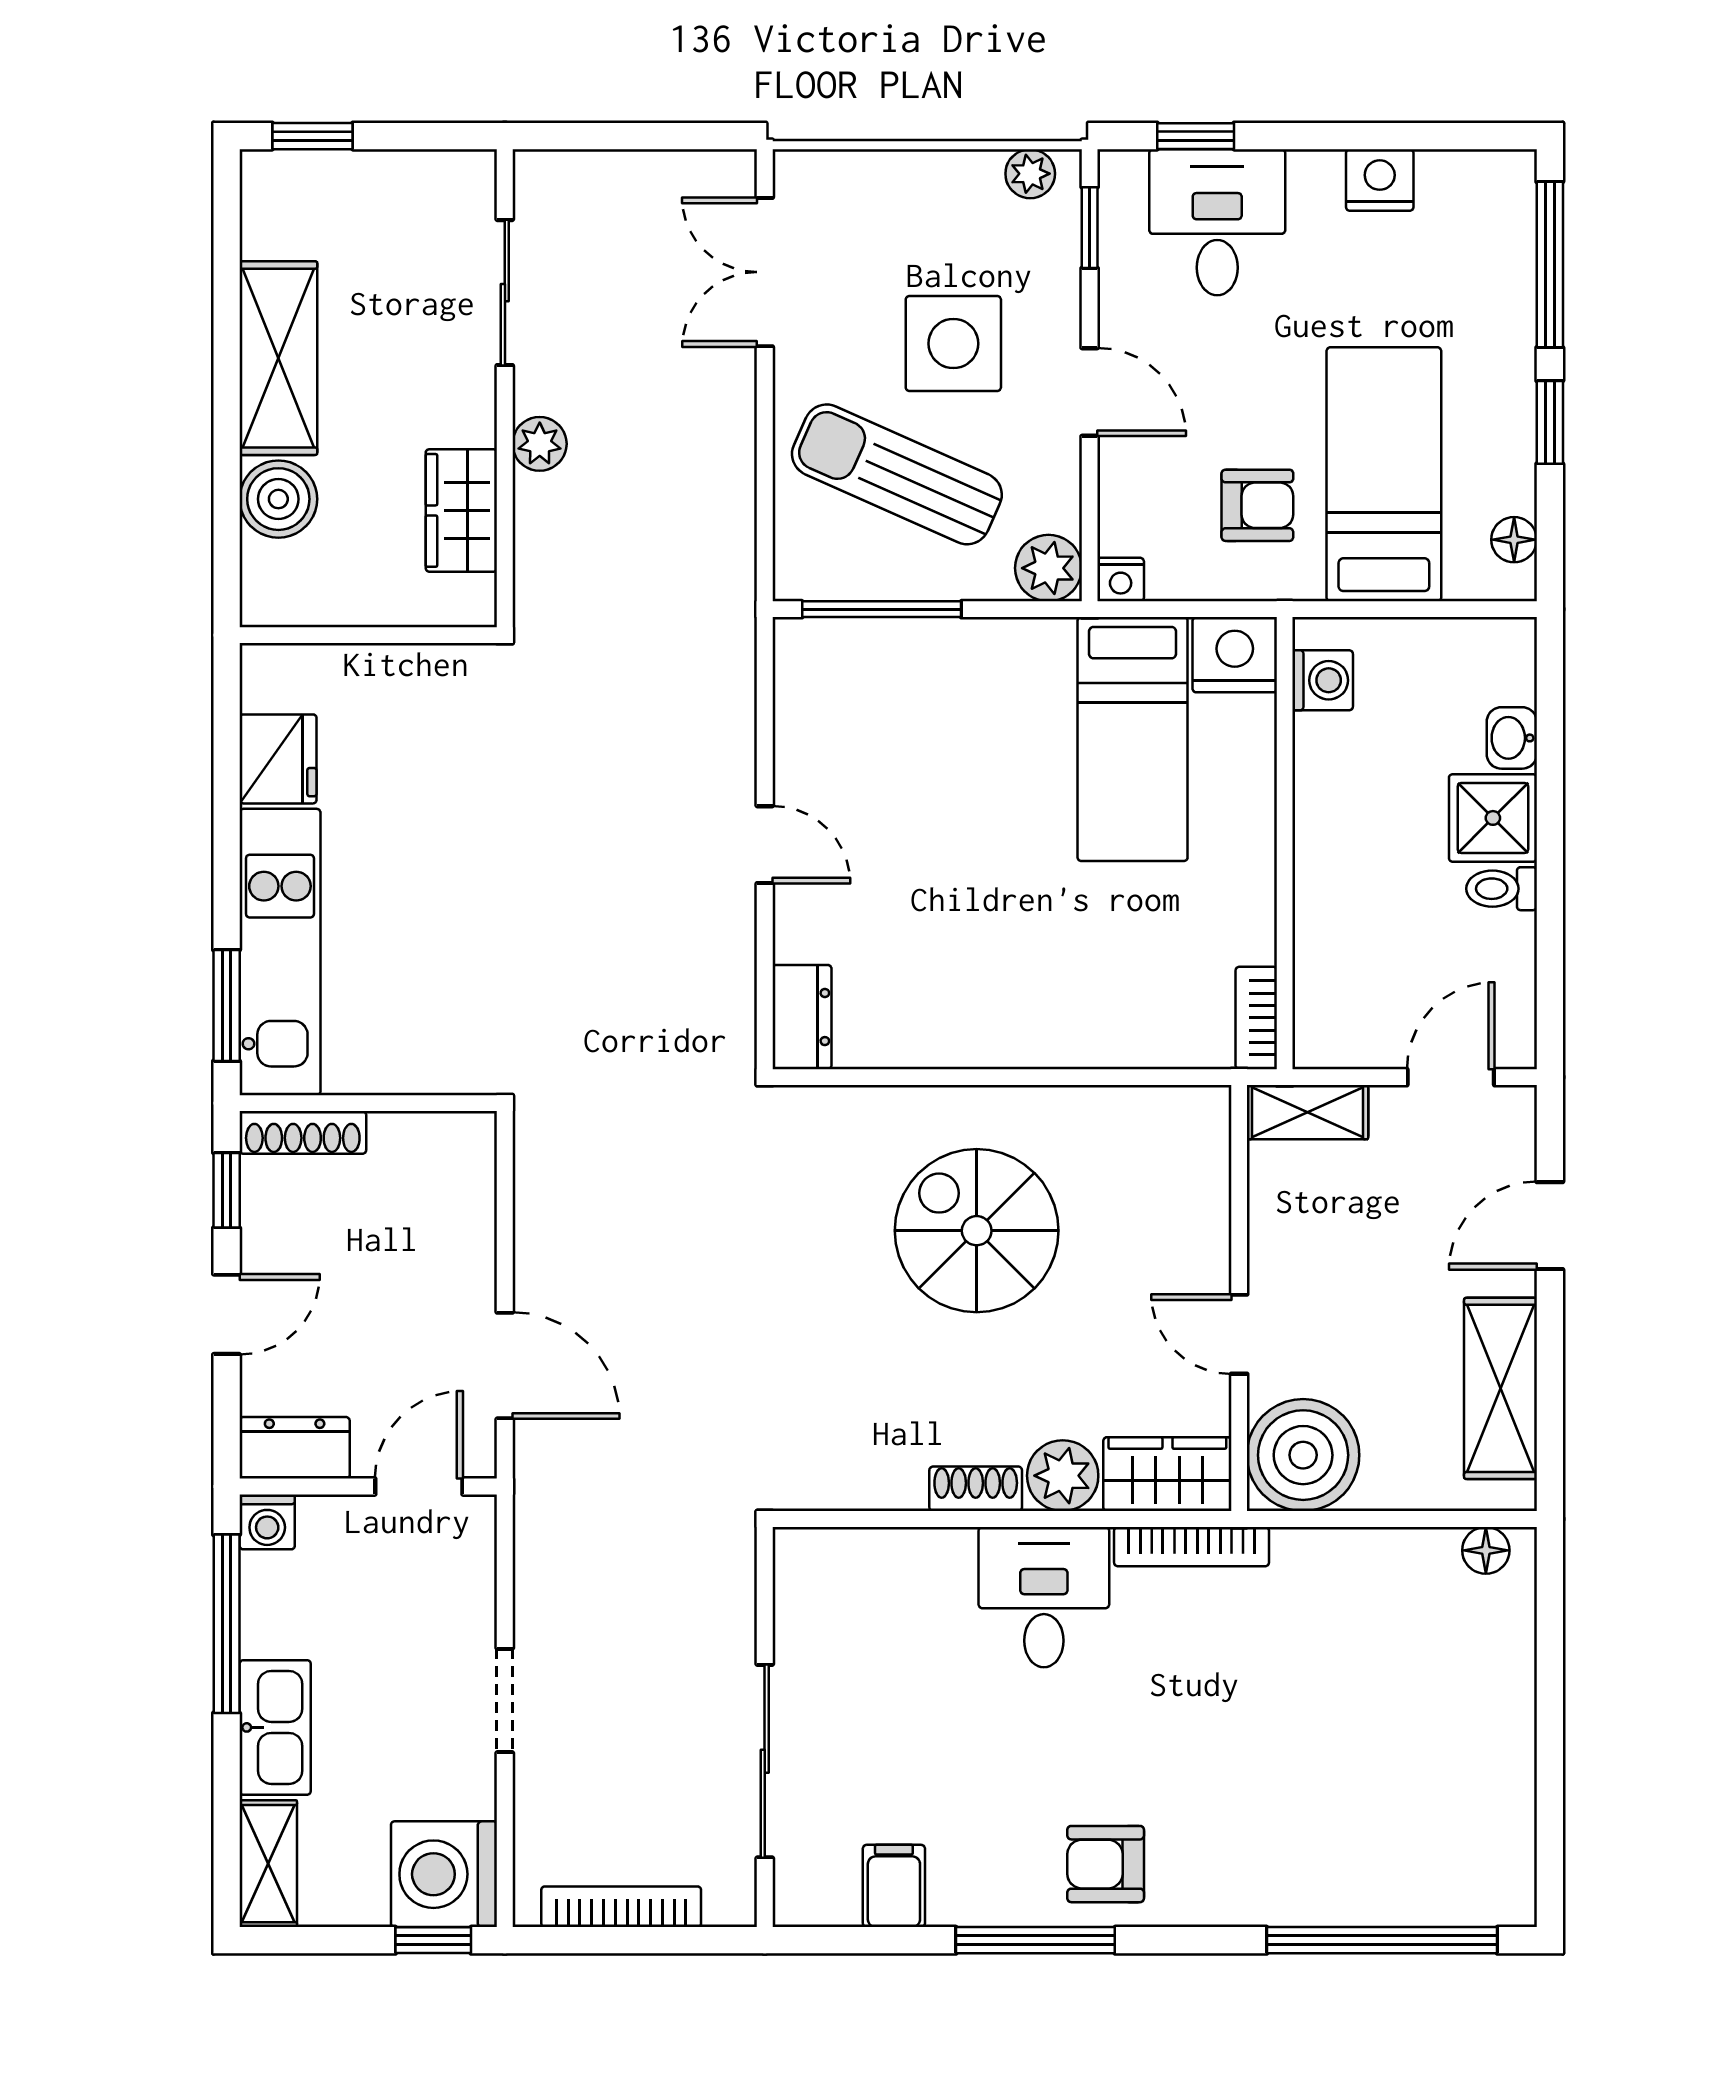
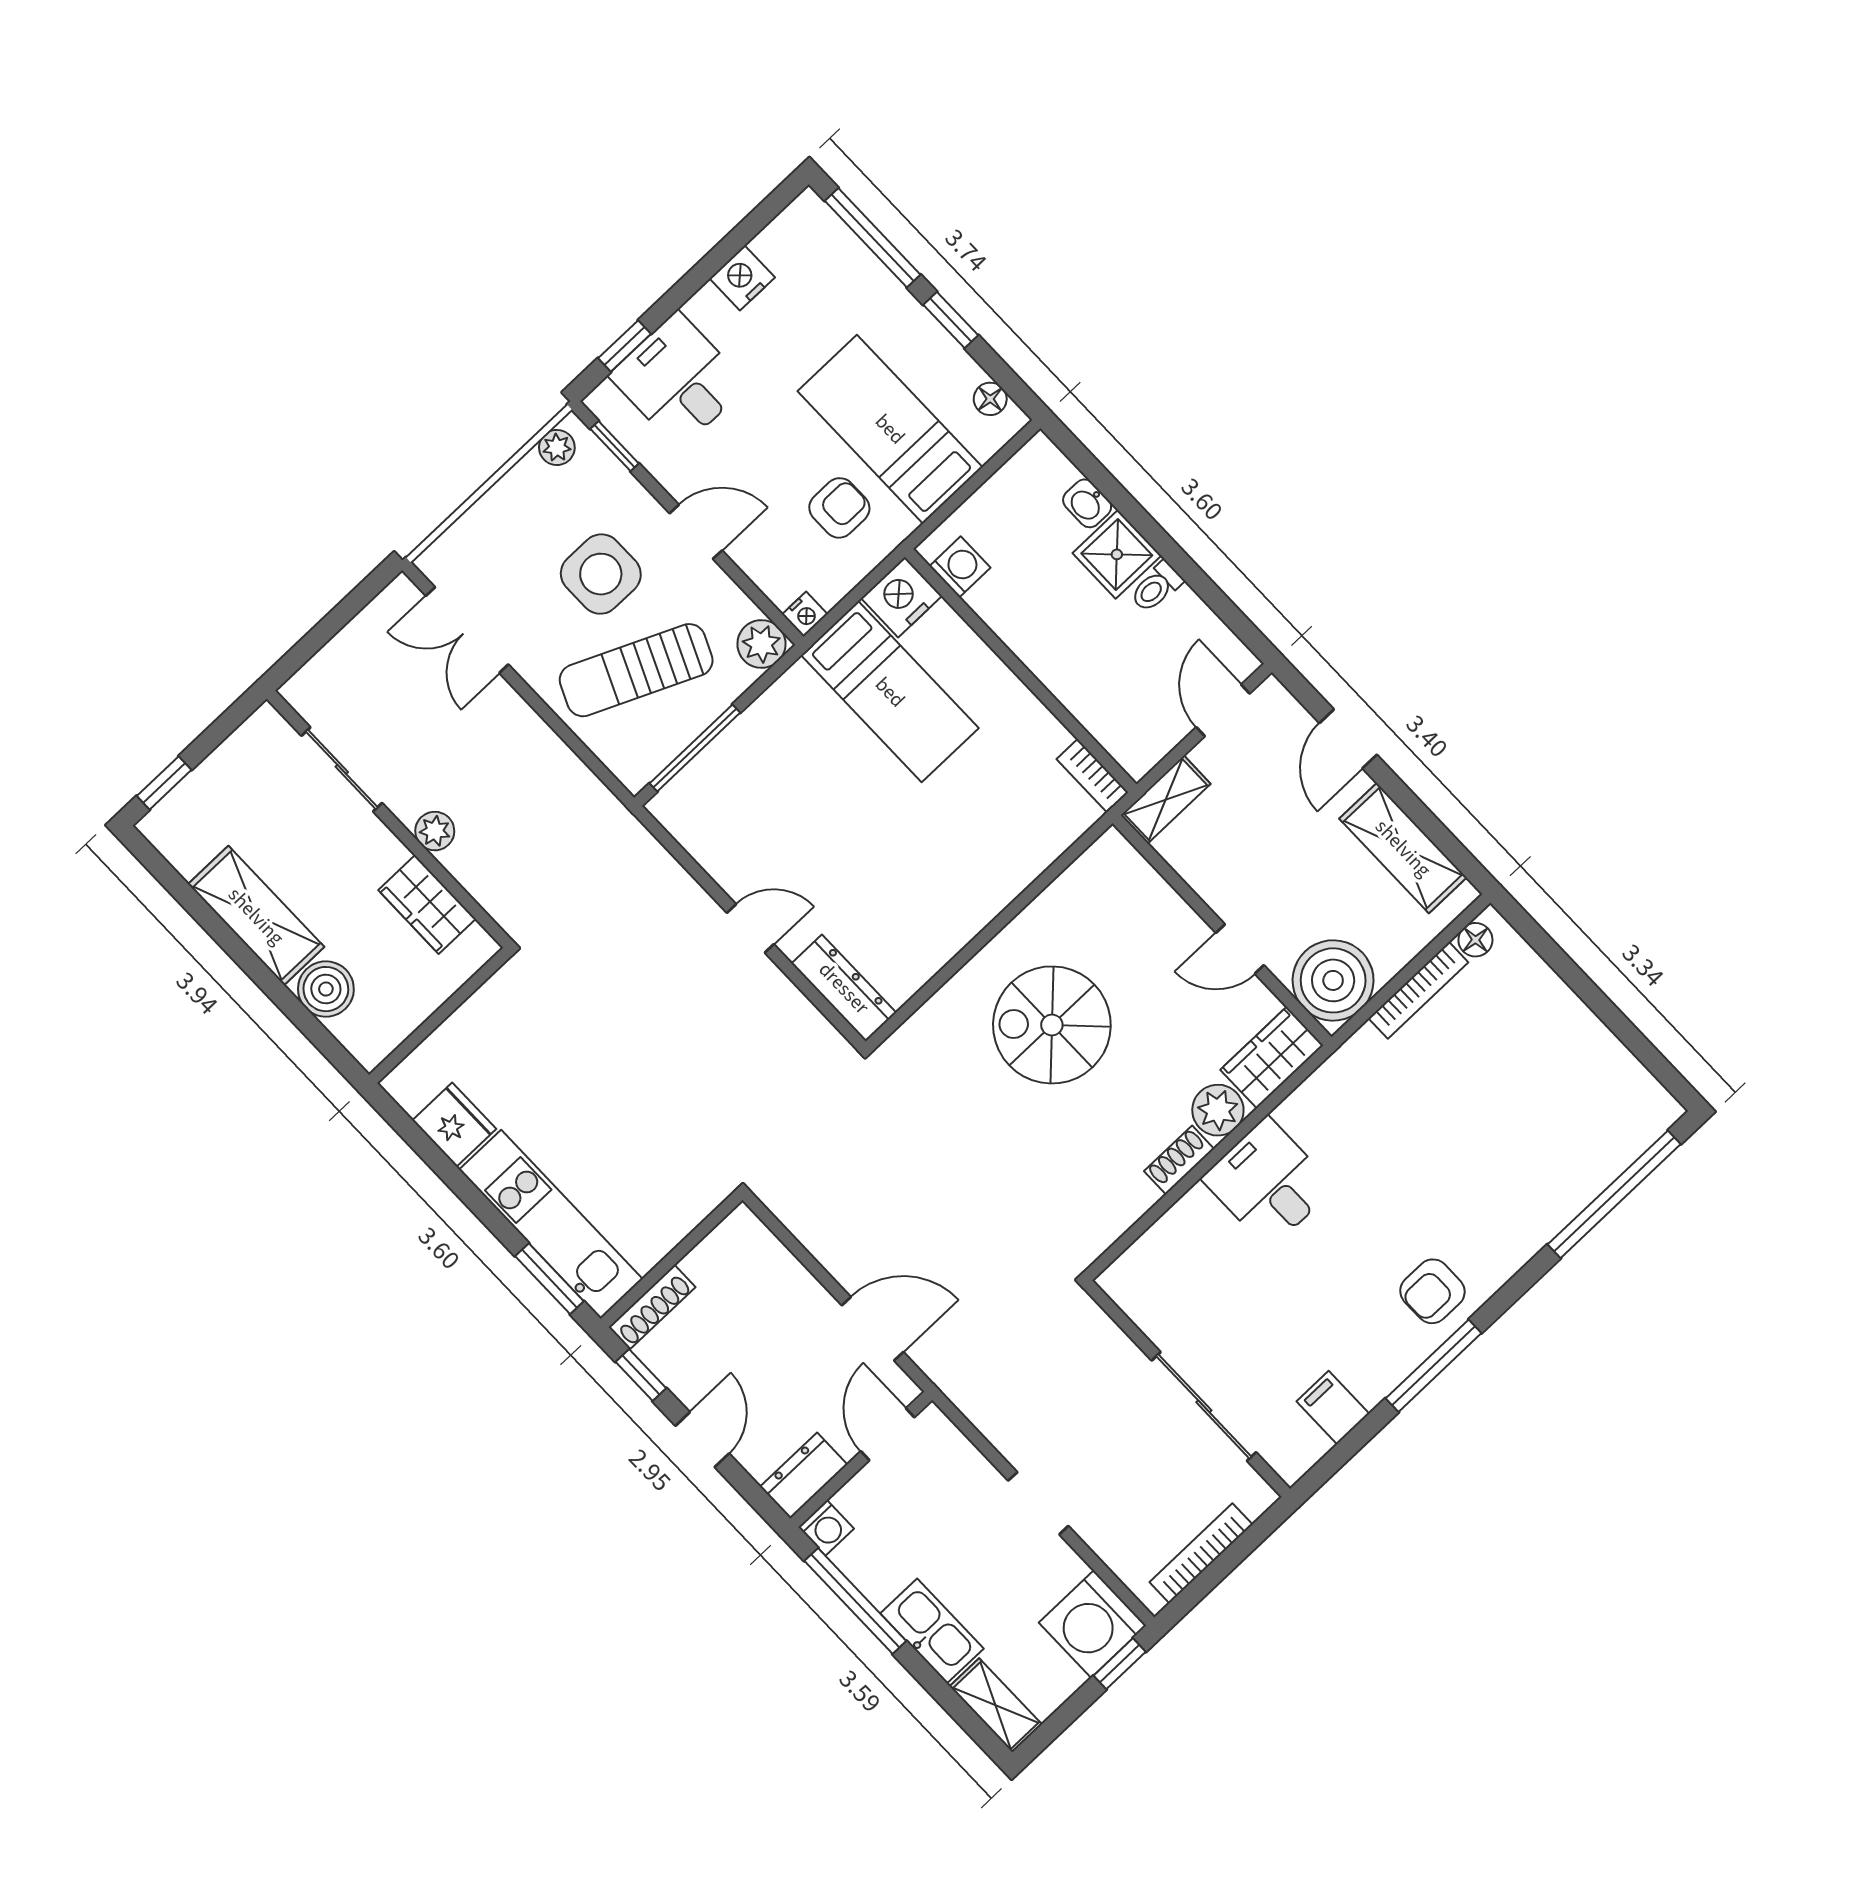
dresser: (802, 1017) -> (844, 988), width x1.44
bookcase: (1192, 1547) -> (1418, 990), moved

